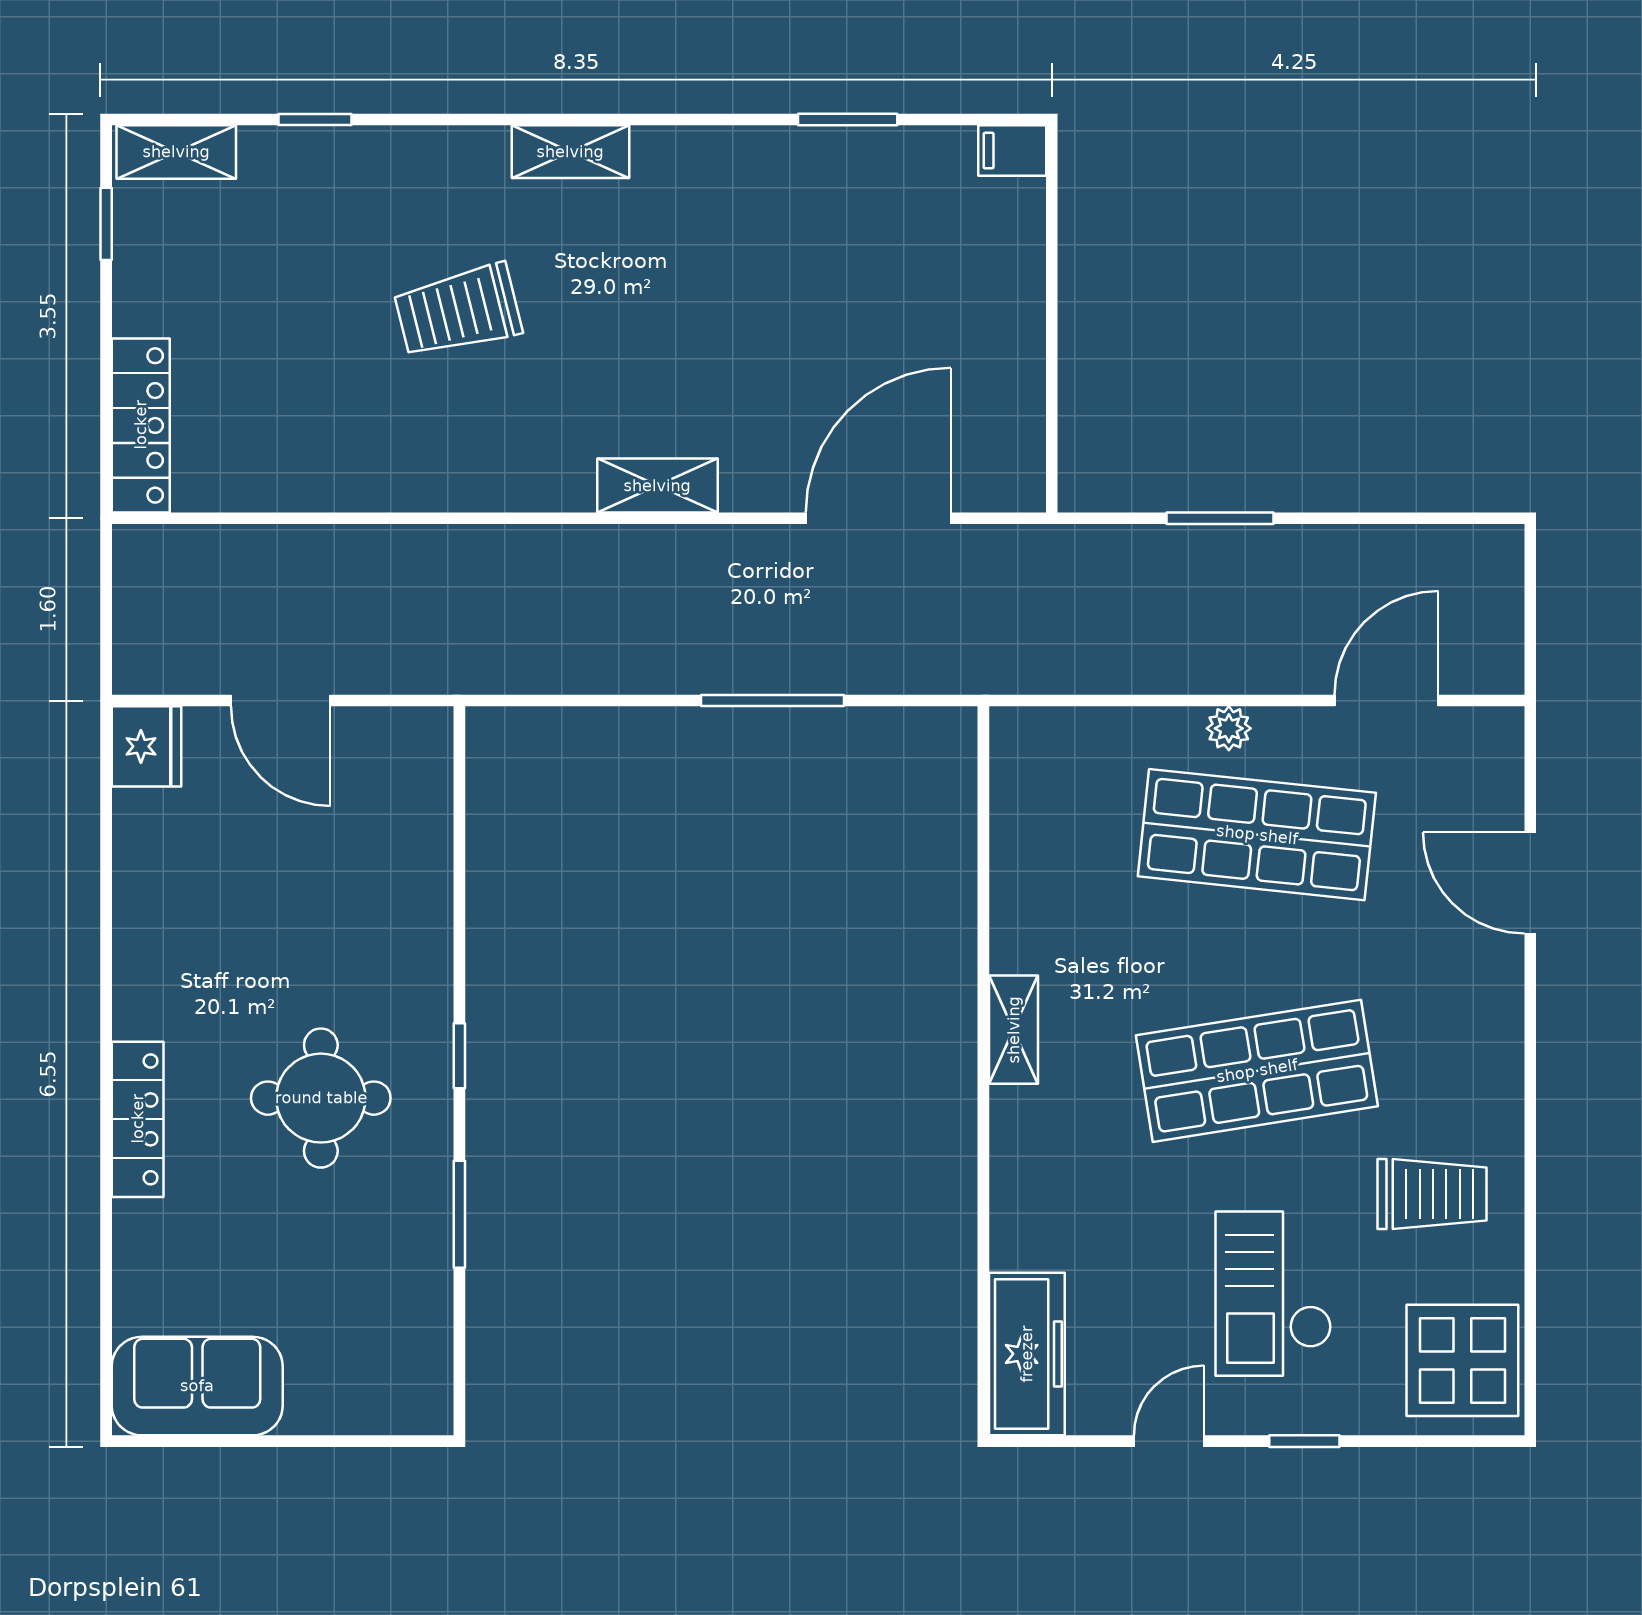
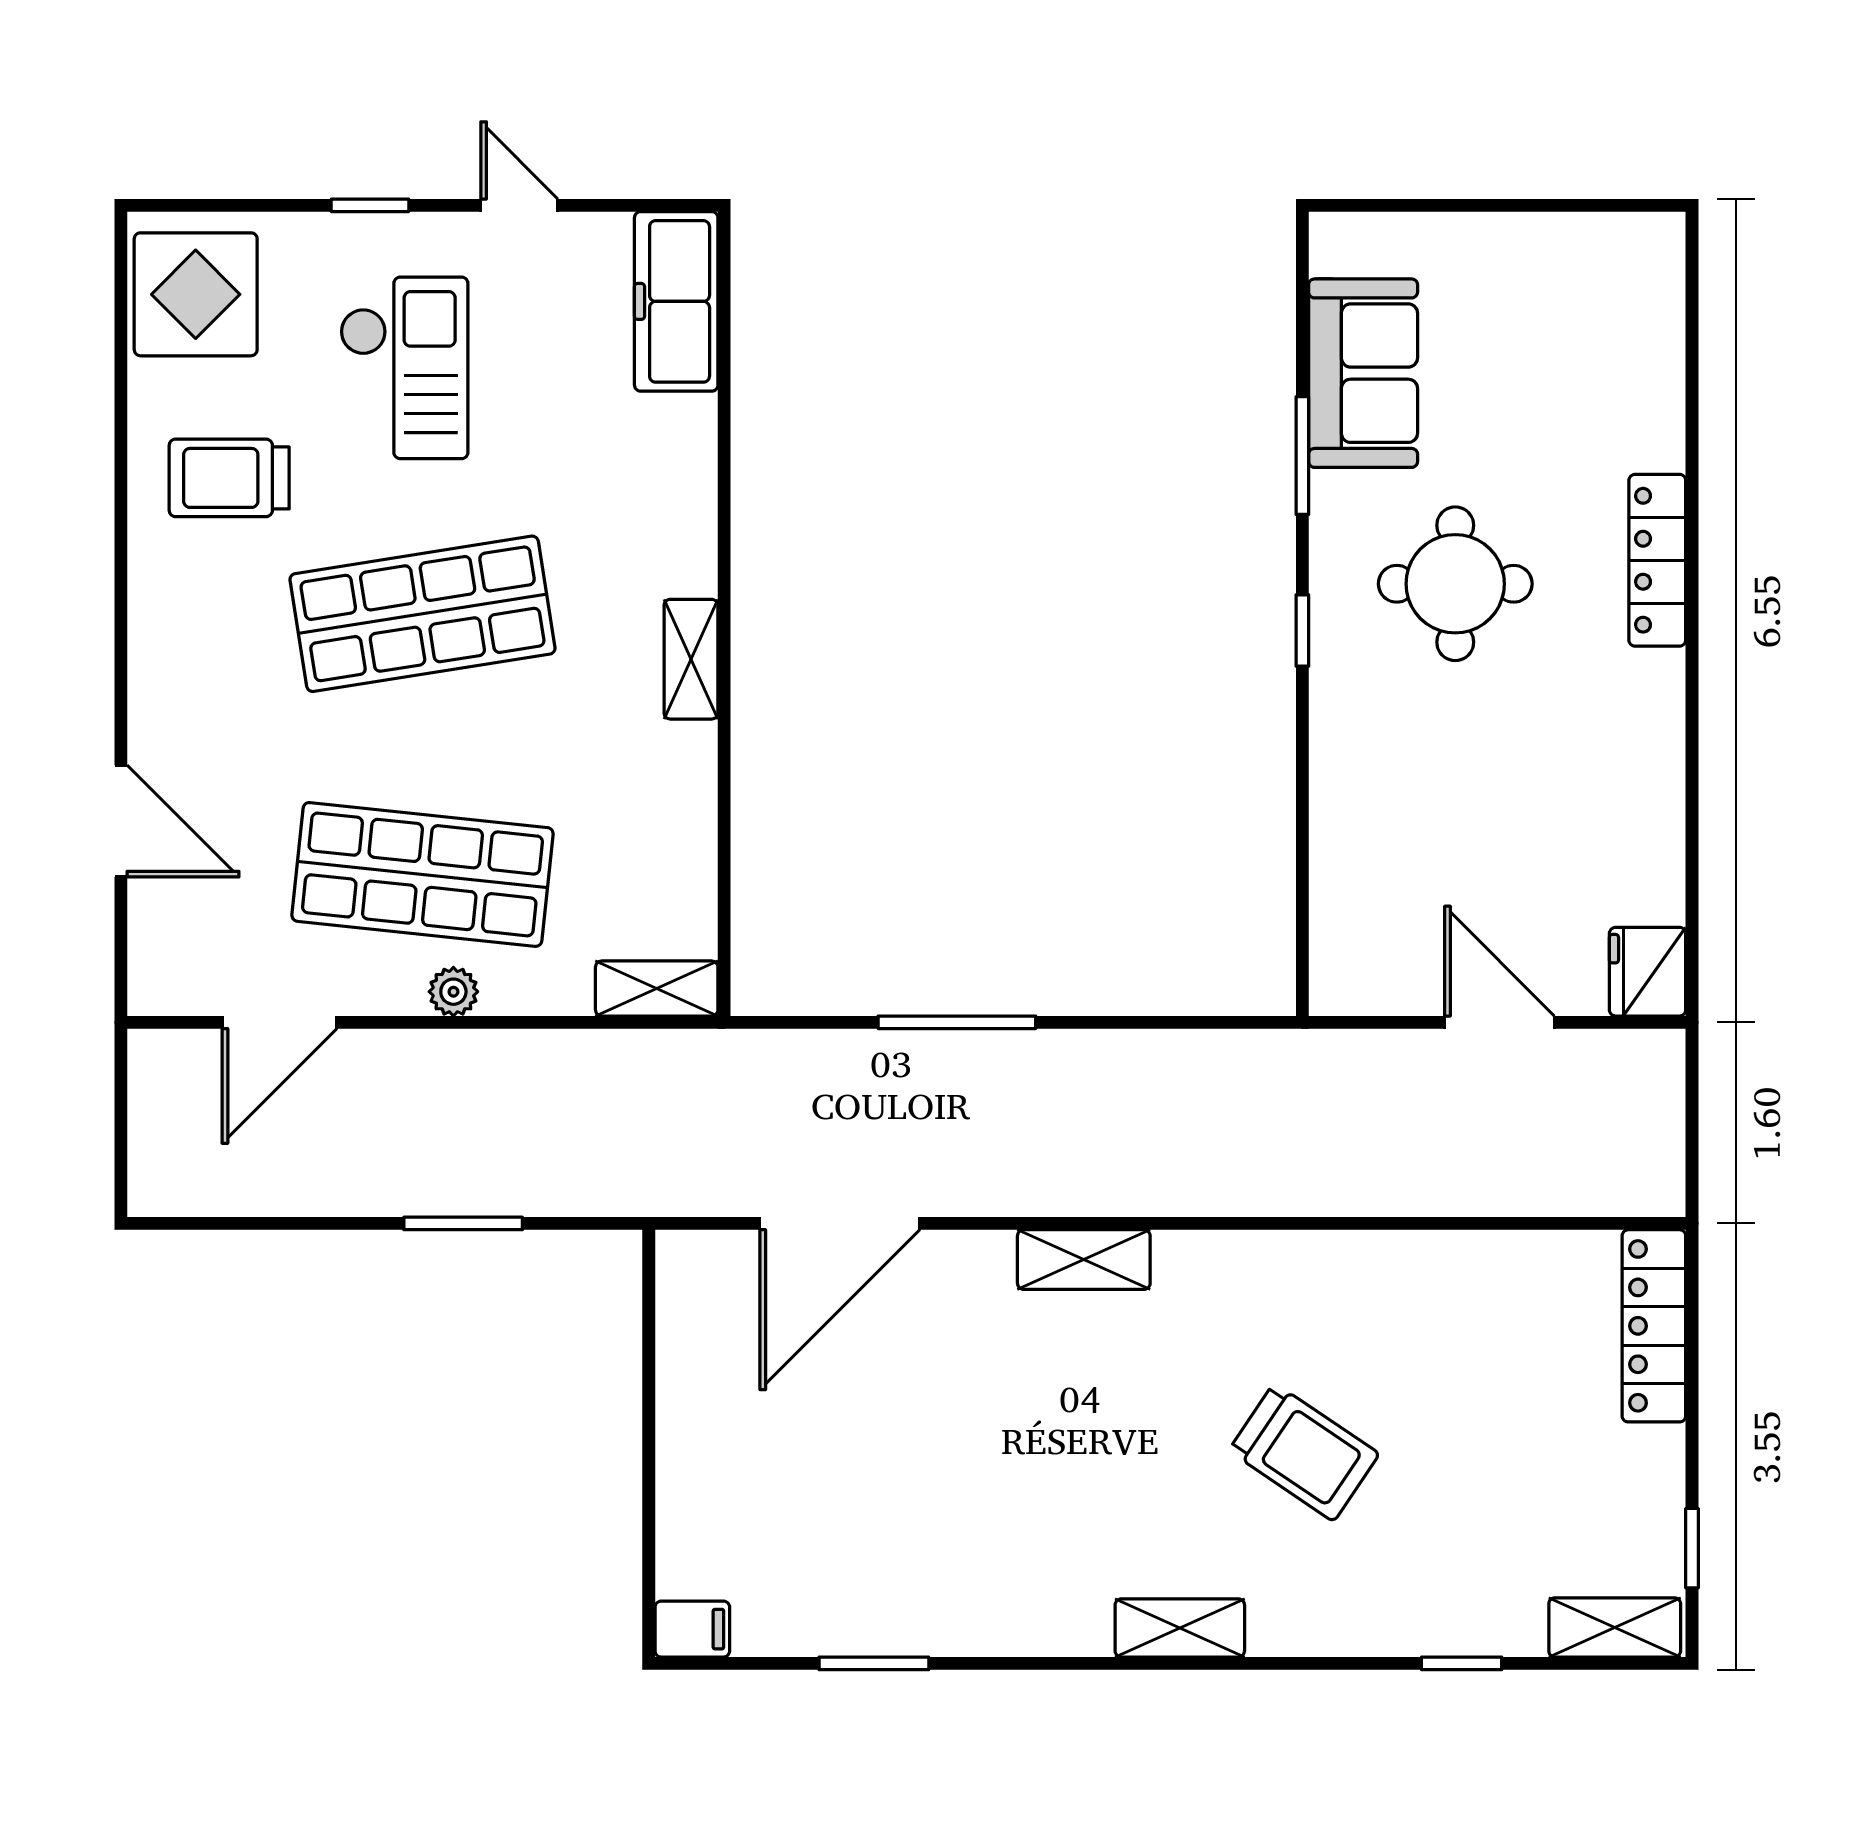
trolley: (458, 311) -> (1304, 1452), turned 48
shelving: (1045, 731) -> (657, 988), added
sofa: (197, 1386) -> (1363, 373), moved, turned -90
door: (1169, 1441) -> (519, 205), swing flipped

